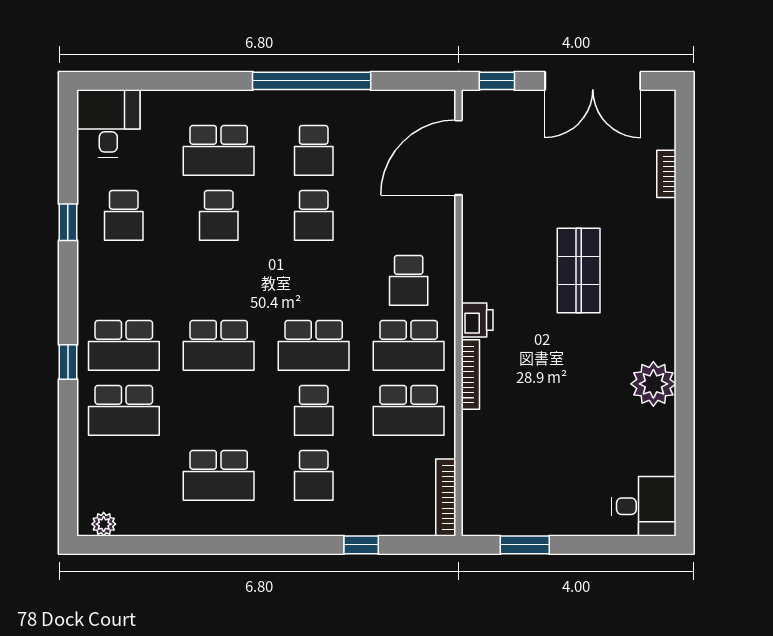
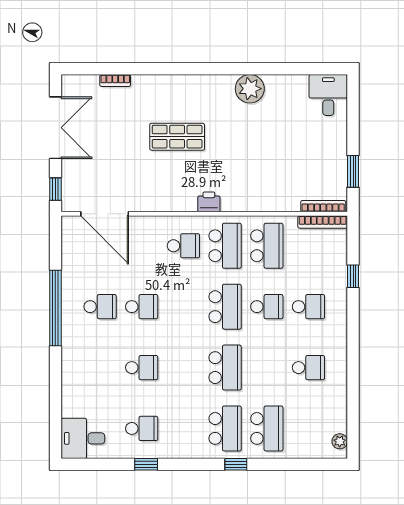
school desk: (219, 150) -> (100, 368), removed
bookcase: (470, 374) -> (323, 206), moved
school desk: (219, 475) -> (308, 368), width x0.54

